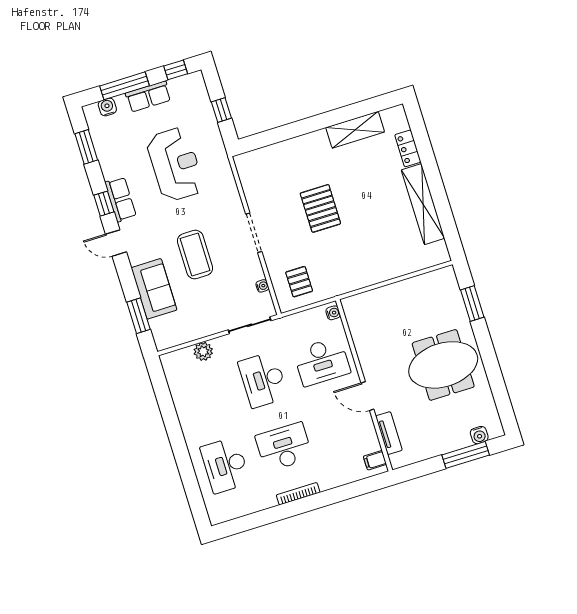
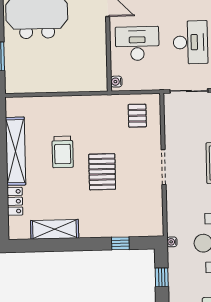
window: (278, 135) -> (120, 243), added
trolley: (371, 218) -> (63, 152), added
water cooler: (262, 286) -> (172, 242), moved

